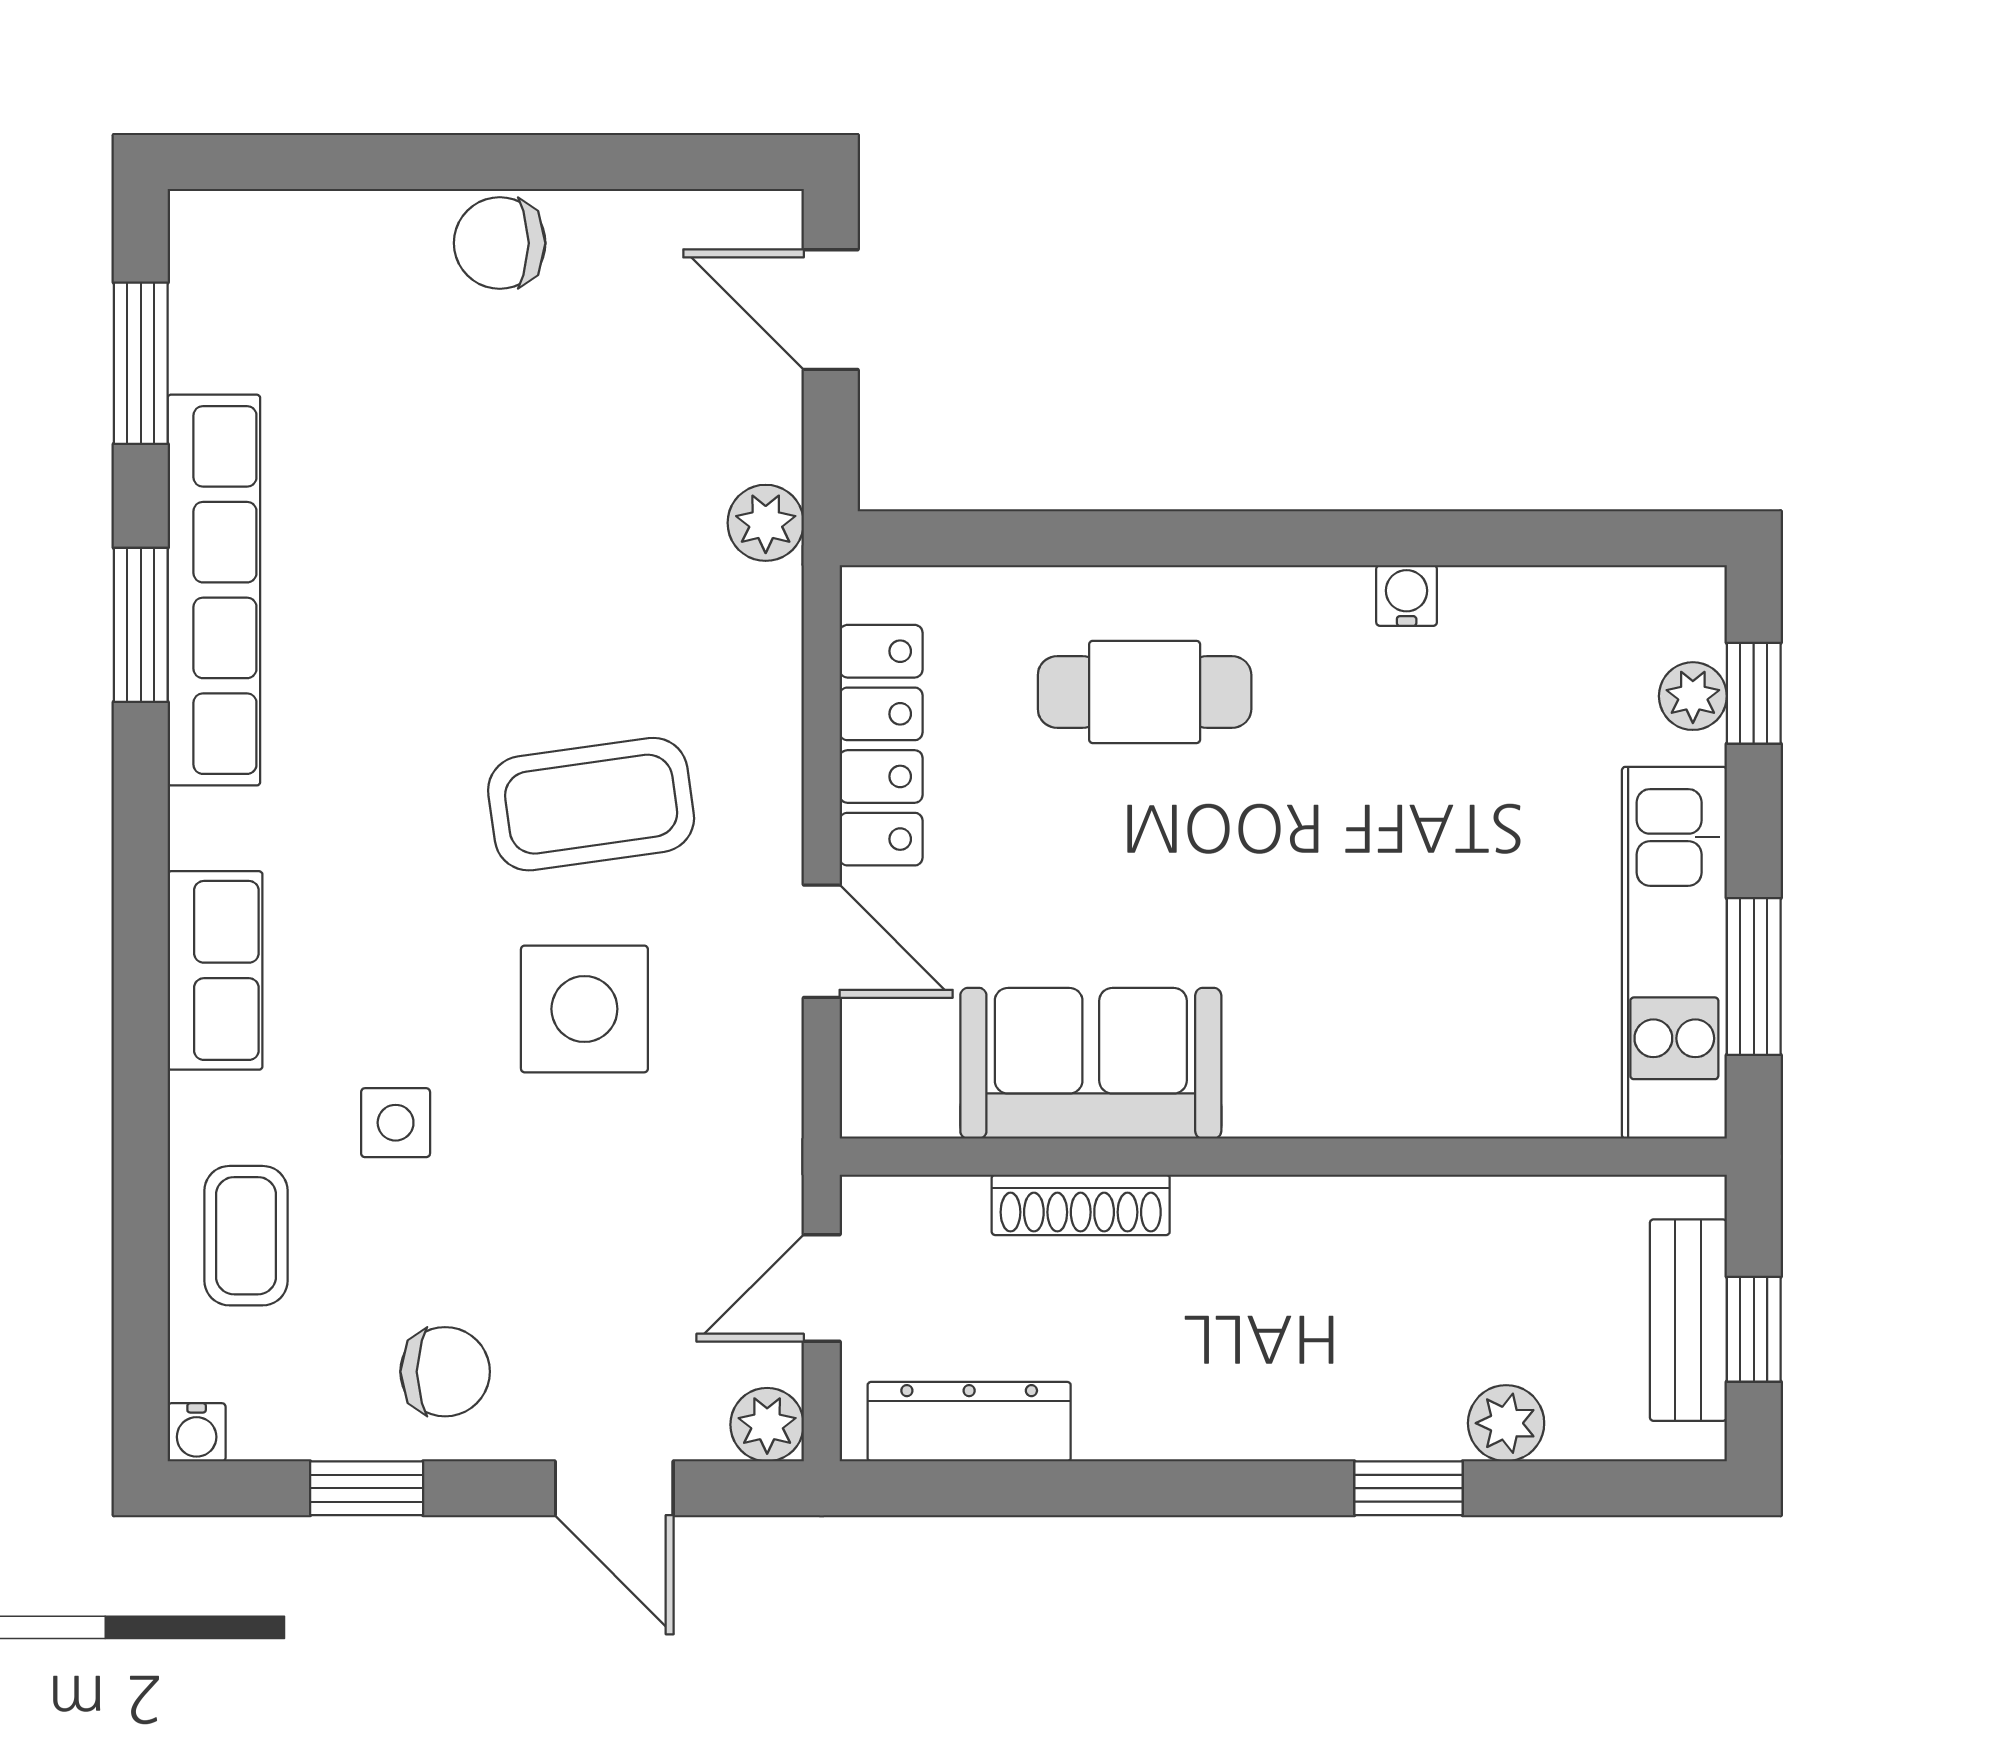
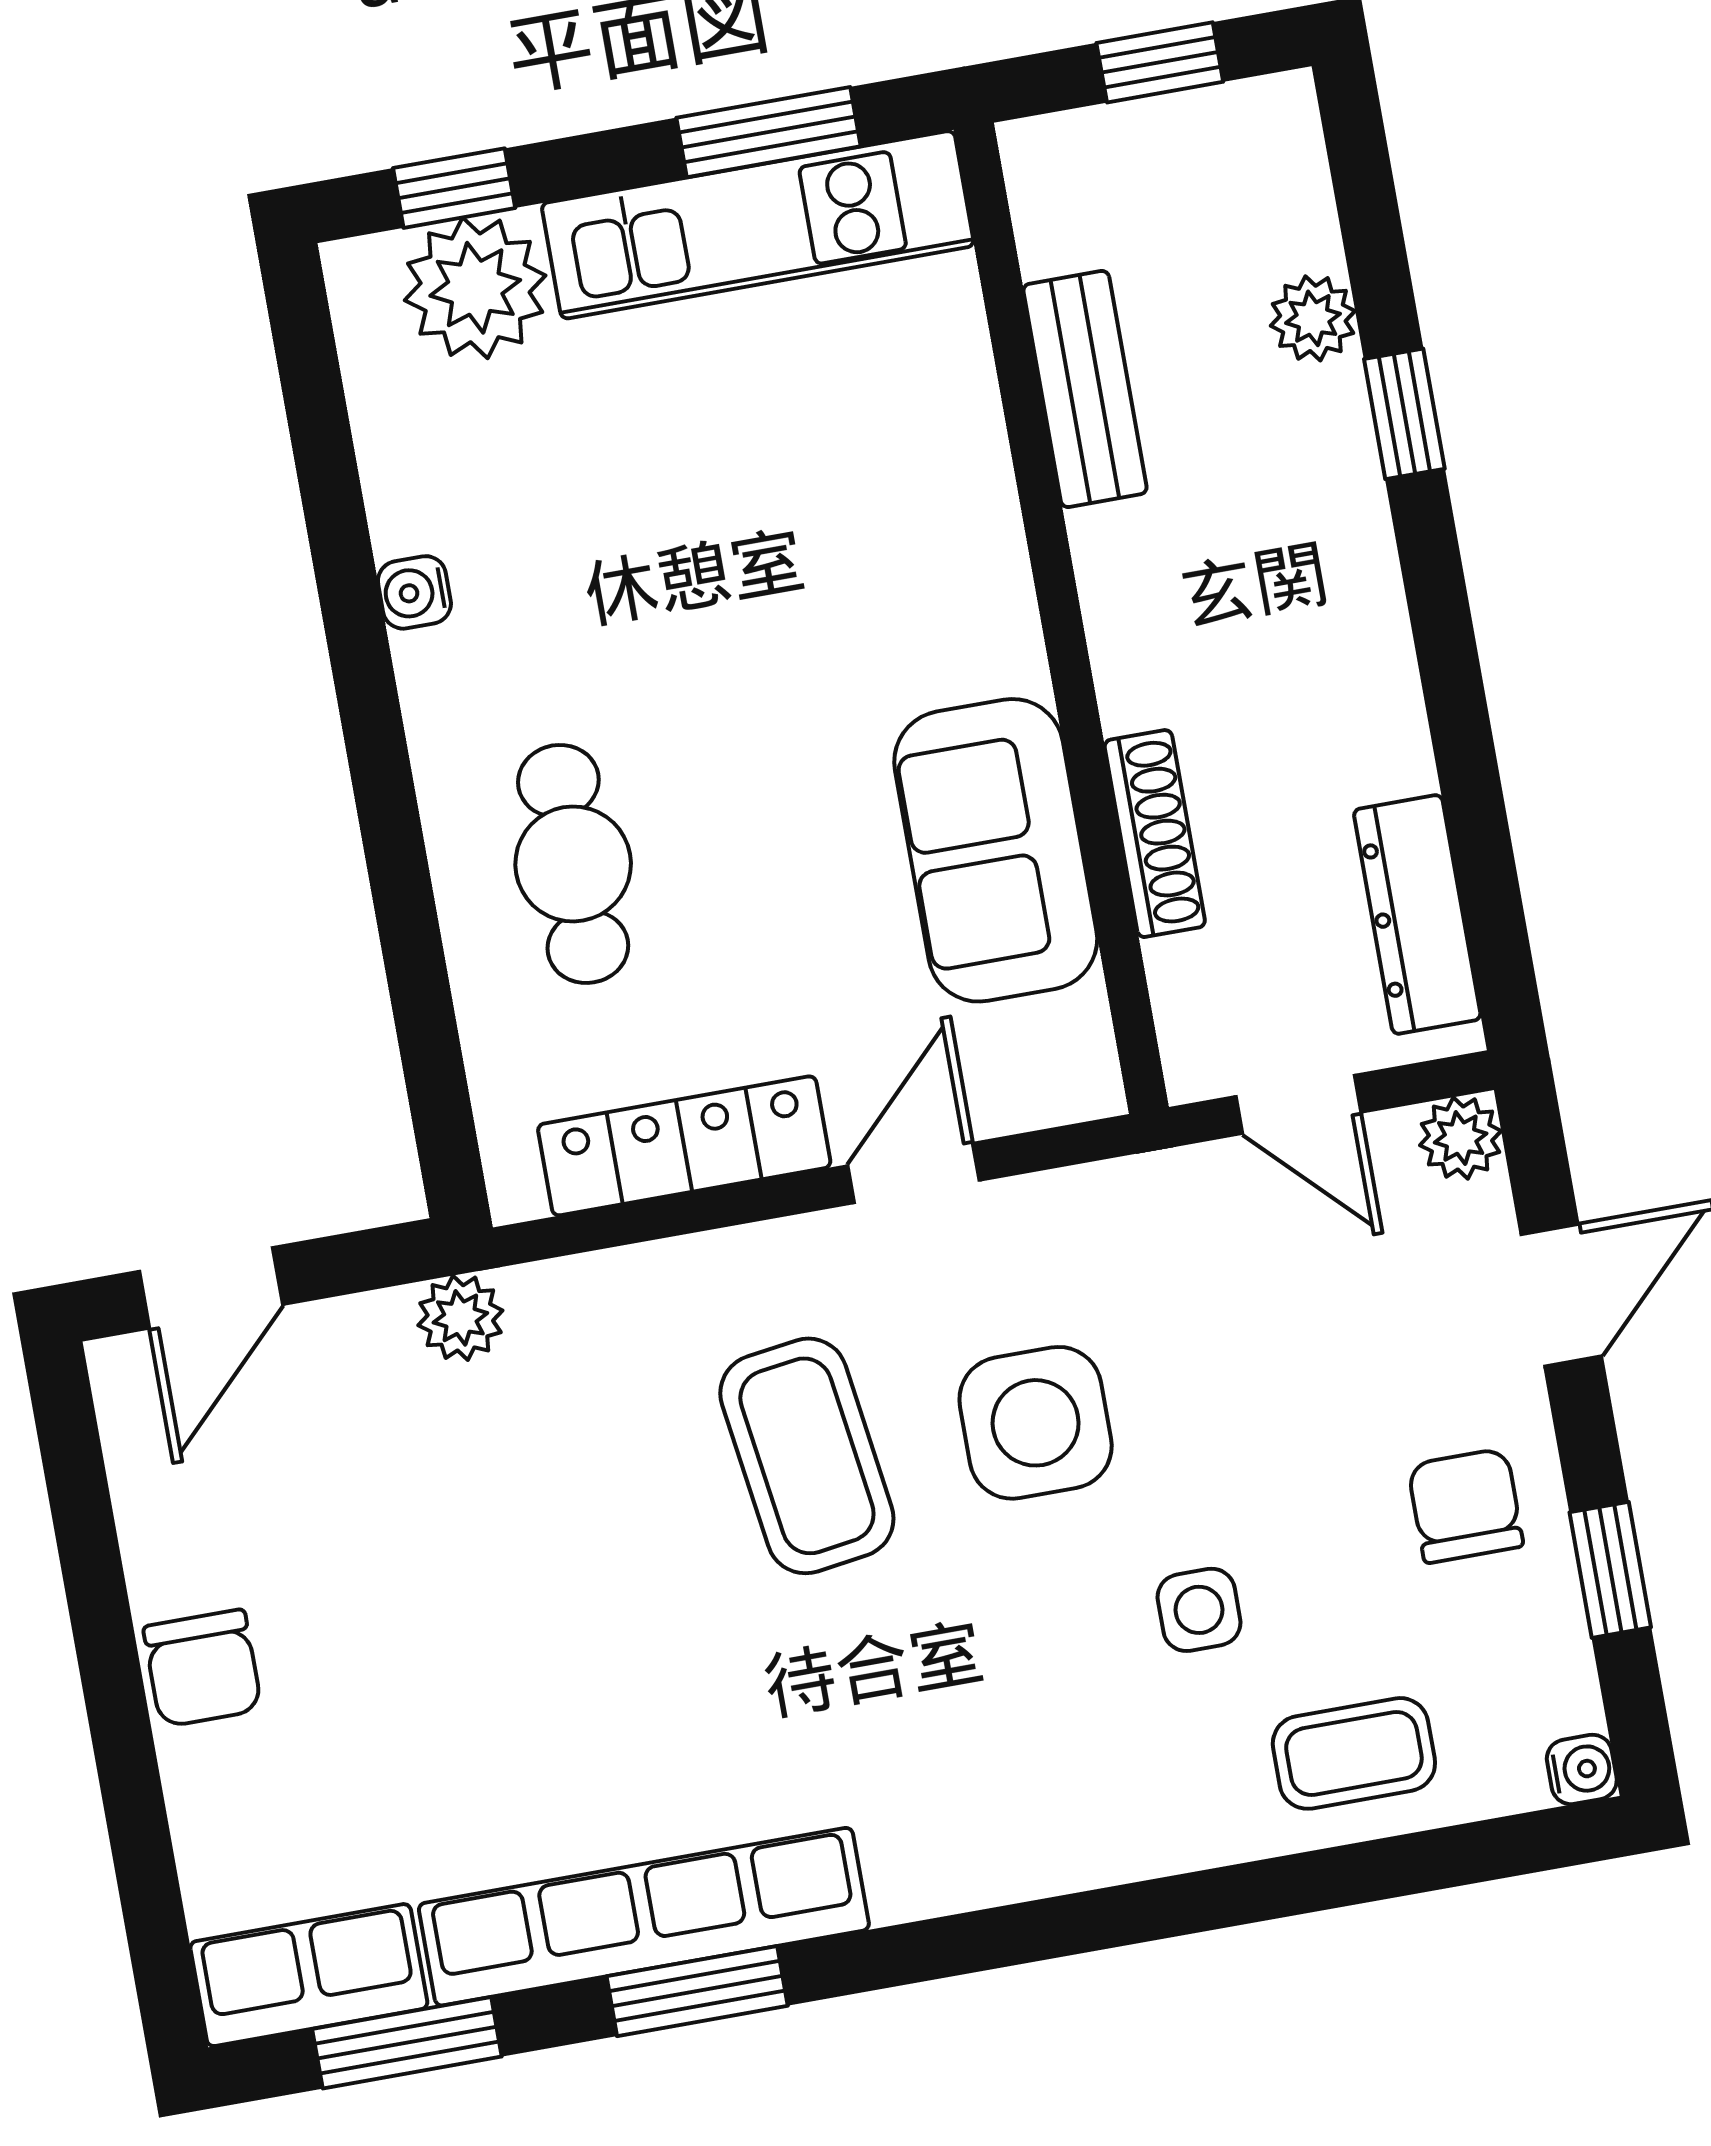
plant: (1693, 696) -> (475, 288), width x1.88, depth x1.88
row of seats: (215, 970) -> (309, 1975), moved
bench: (1688, 1320) -> (1085, 389), moved, turned 90

